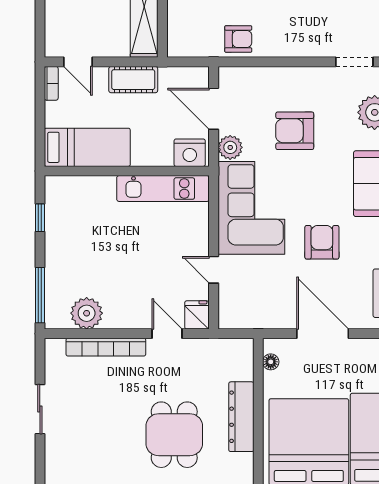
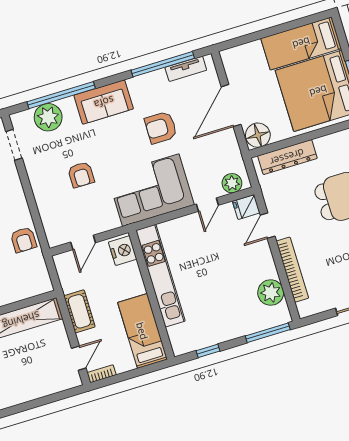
armchair: (238, 39) -> (23, 240), turned 180
door: (214, 109) -> (83, 242), width x0.73
armchair: (295, 131) -> (81, 175), width x0.72, depth x0.72
plant: (230, 147) -> (232, 183), moved
kitchen unit: (163, 189) -> (160, 276), width x1.36
floor lamp: (271, 362) -> (258, 135), width x1.89, depth x1.89
dresser: (241, 417) -> (287, 157), moved

